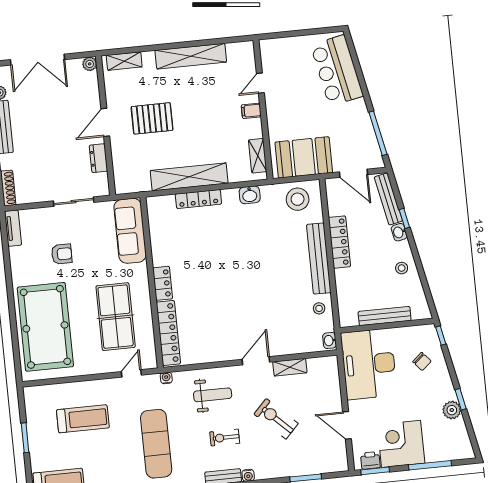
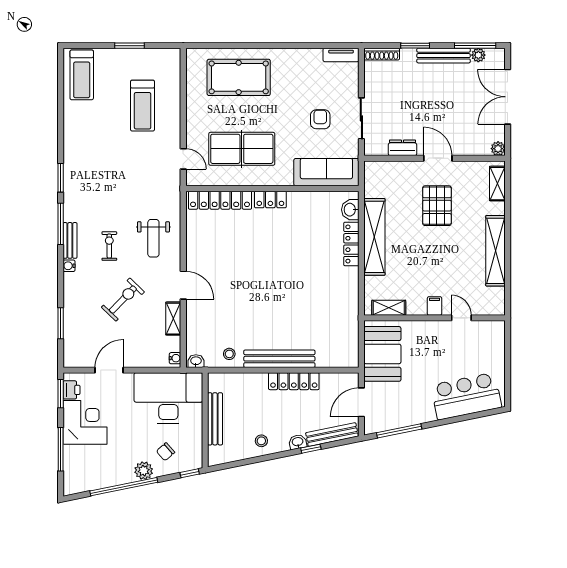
washbasin: (250, 195) -> (350, 210), moved
stool: (298, 199) -> (341, 343), removed
armchair: (62, 254) -> (320, 119), moved, turned 180
pool table: (45, 327) -> (239, 77), width x0.73, depth x0.76
water cooler: (166, 378) -> (175, 358), moved
window: (461, 399) -> (124, 487), width x3.17
plant: (452, 410) -> (144, 471), moved
exercise mat: (156, 444) -> (110, 177), removed

